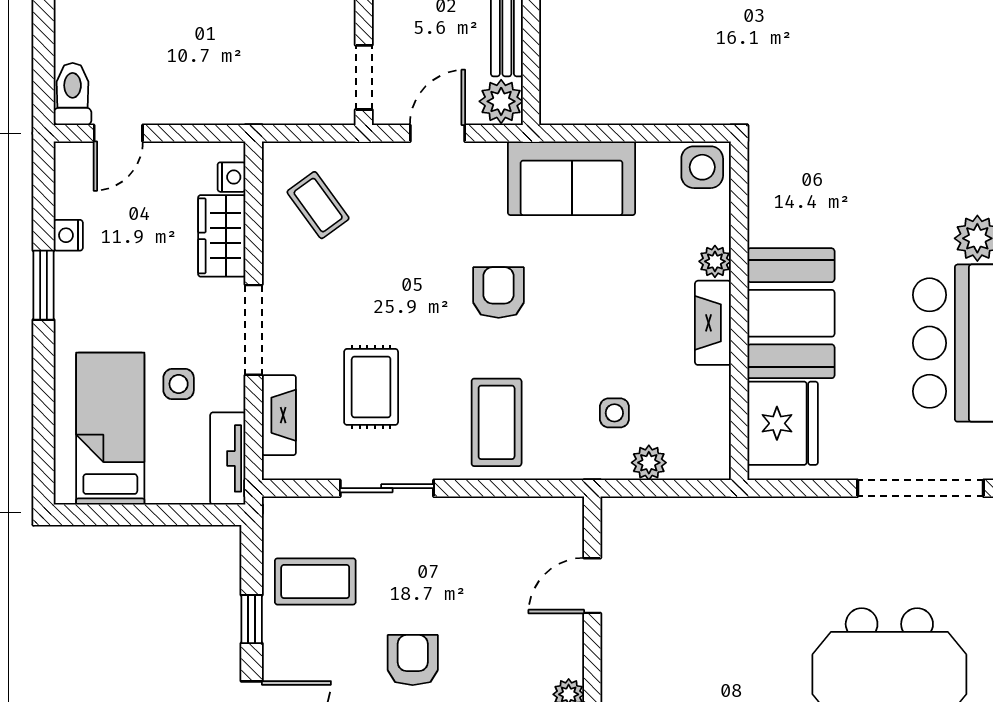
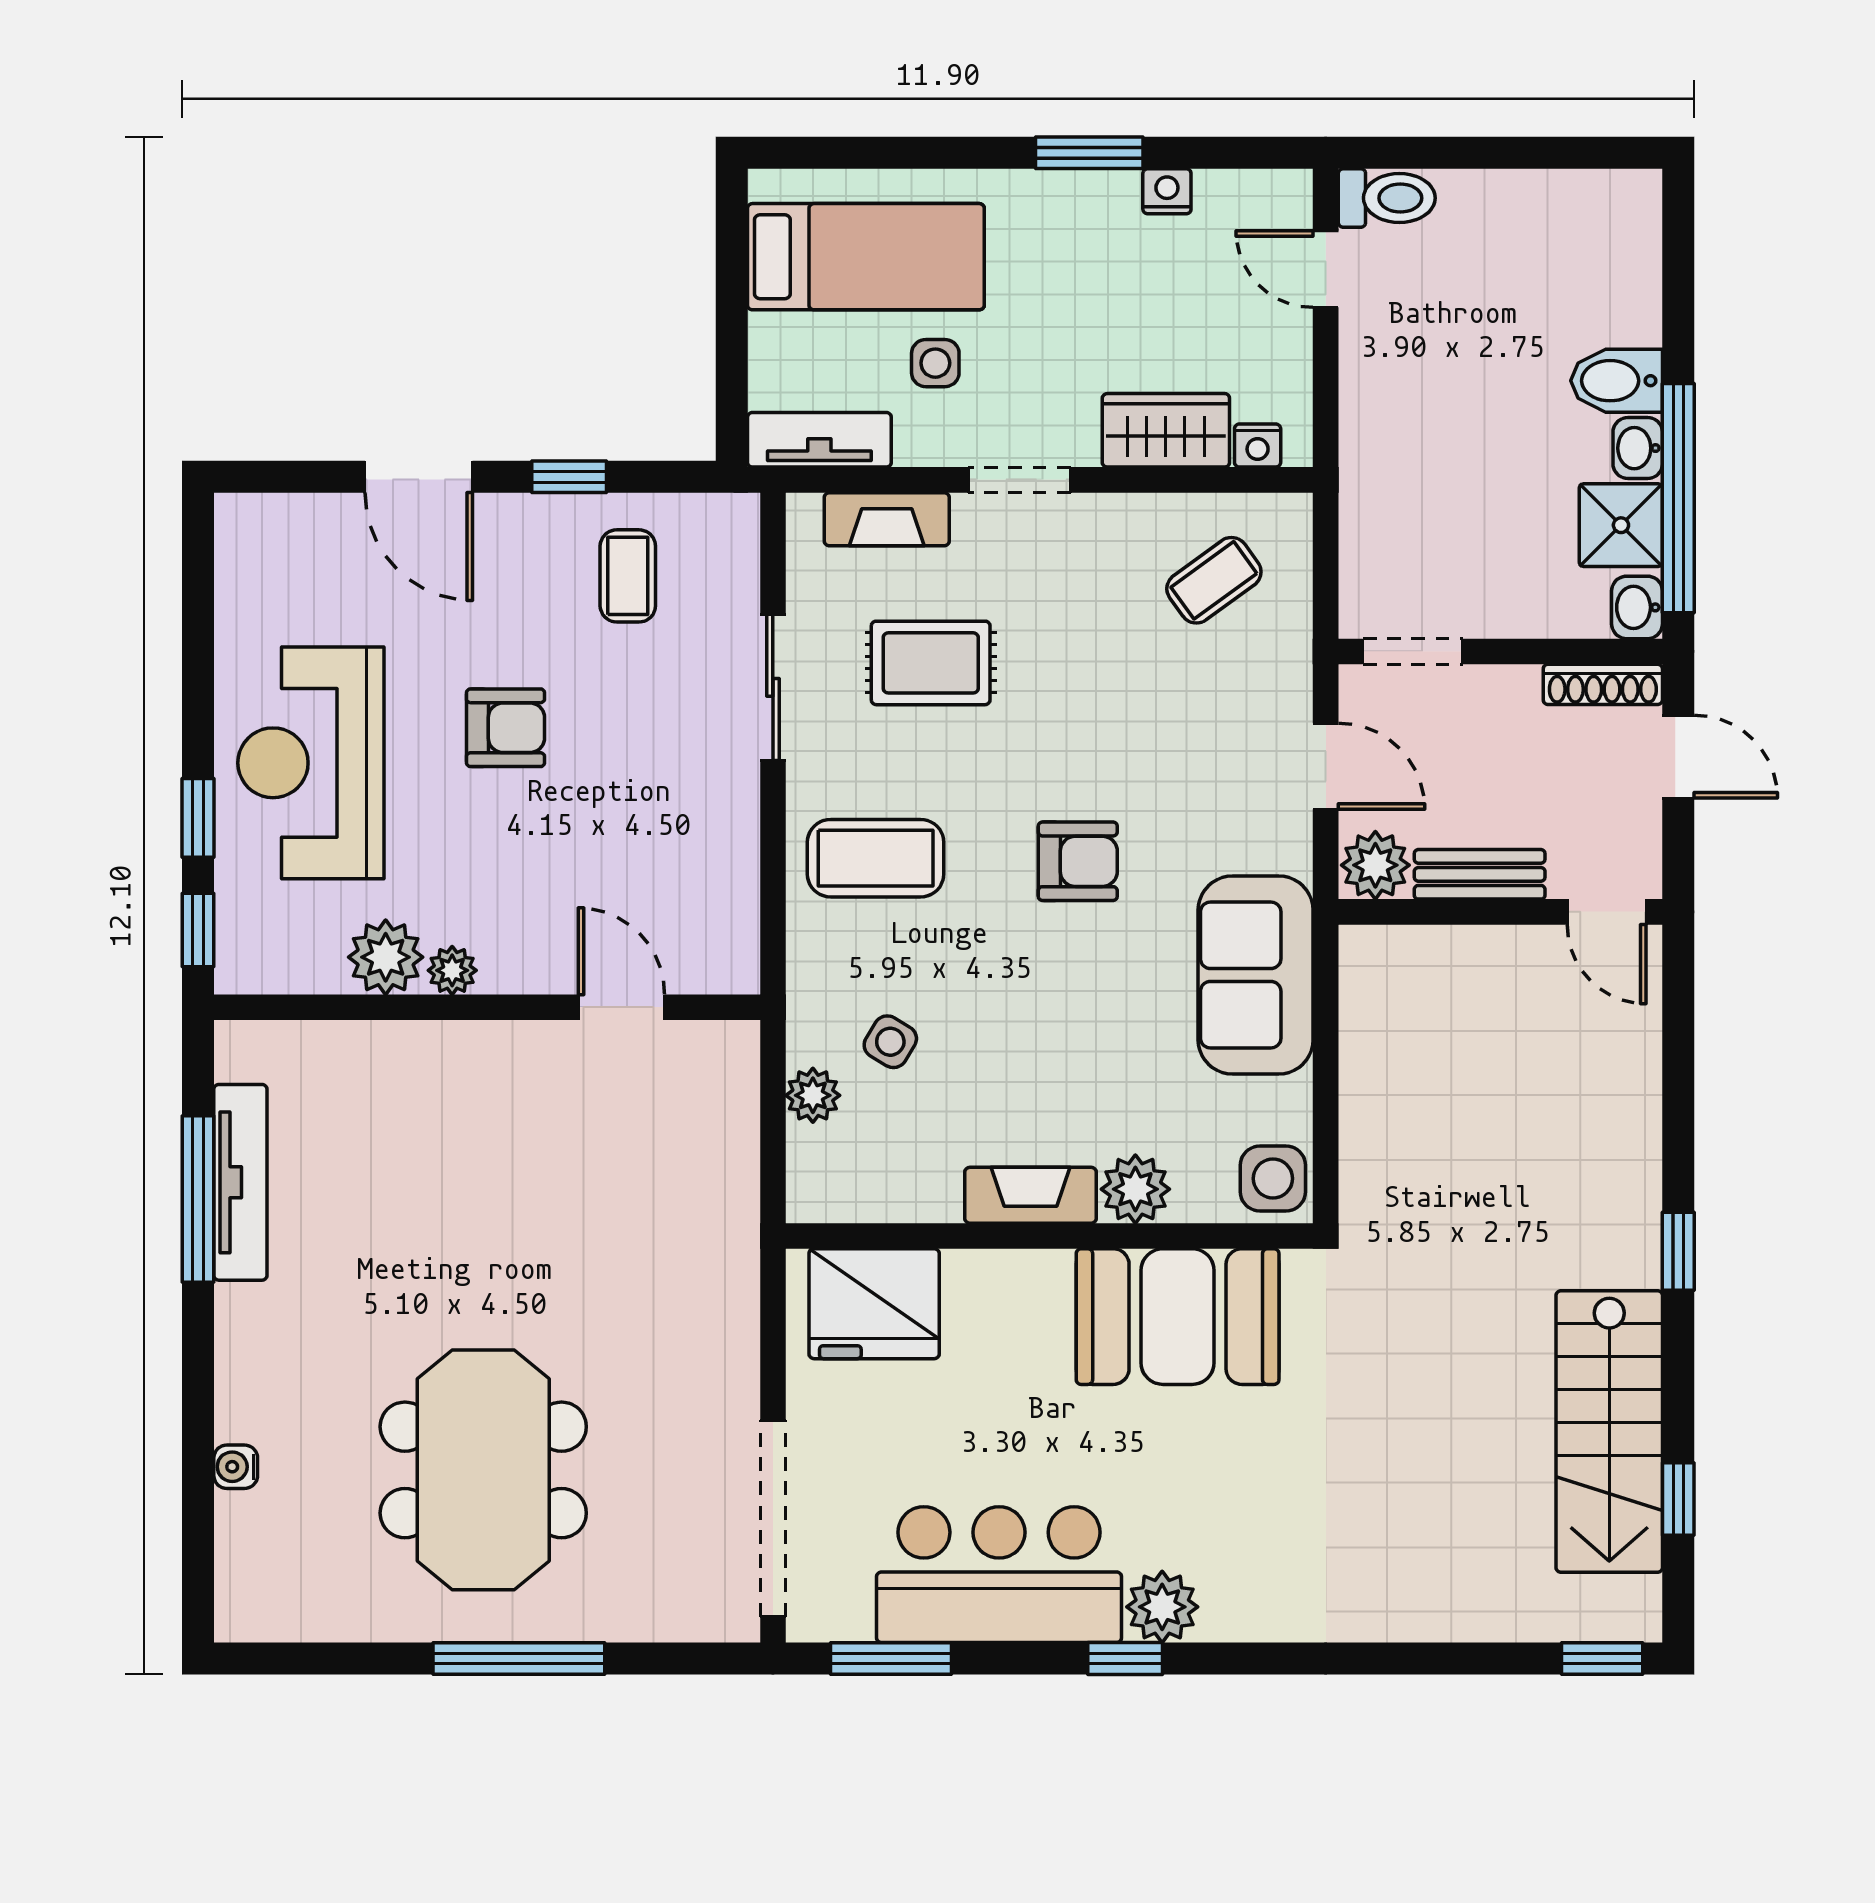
plant: (715, 261) -> (1135, 1189), width x1.38, depth x1.38
booth: (791, 313) -> (1178, 1317), moved
doorway: (254, 330) -> (1020, 480), width x0.73
side table: (614, 413) -> (890, 1042), turned 31
coffee table: (315, 581) -> (628, 576), width x0.73, depth x0.77

